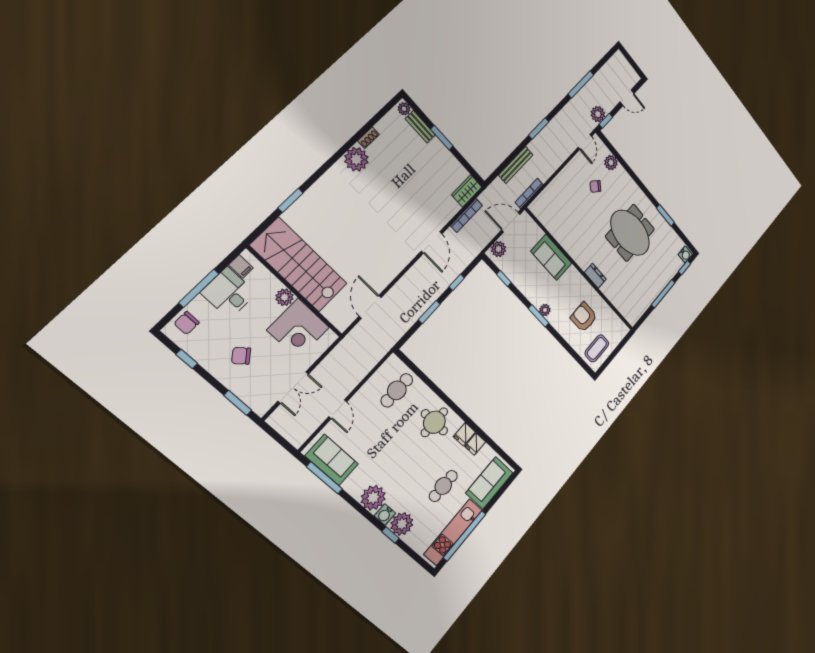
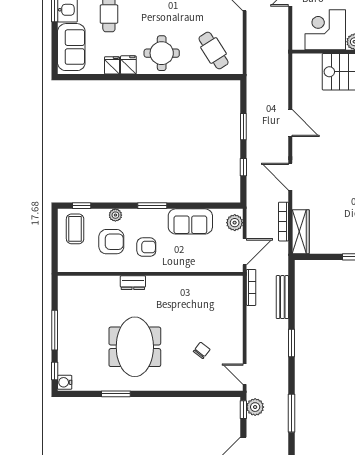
plant: (611, 163) -> (207, 383), removed
wardrobe: (467, 191) -> (301, 232), width x1.50
meeting table: (630, 233) -> (135, 347), turned 90
sofa: (551, 257) -> (190, 221), moved, turned 180
window: (504, 278) -> (82, 206), moved
armchair: (567, 291) -> (146, 247), added
door: (370, 307) -> (290, 123), moved
plant: (545, 310) -> (115, 215), moved
cafe table: (397, 390) -> (214, 51), turned -32

